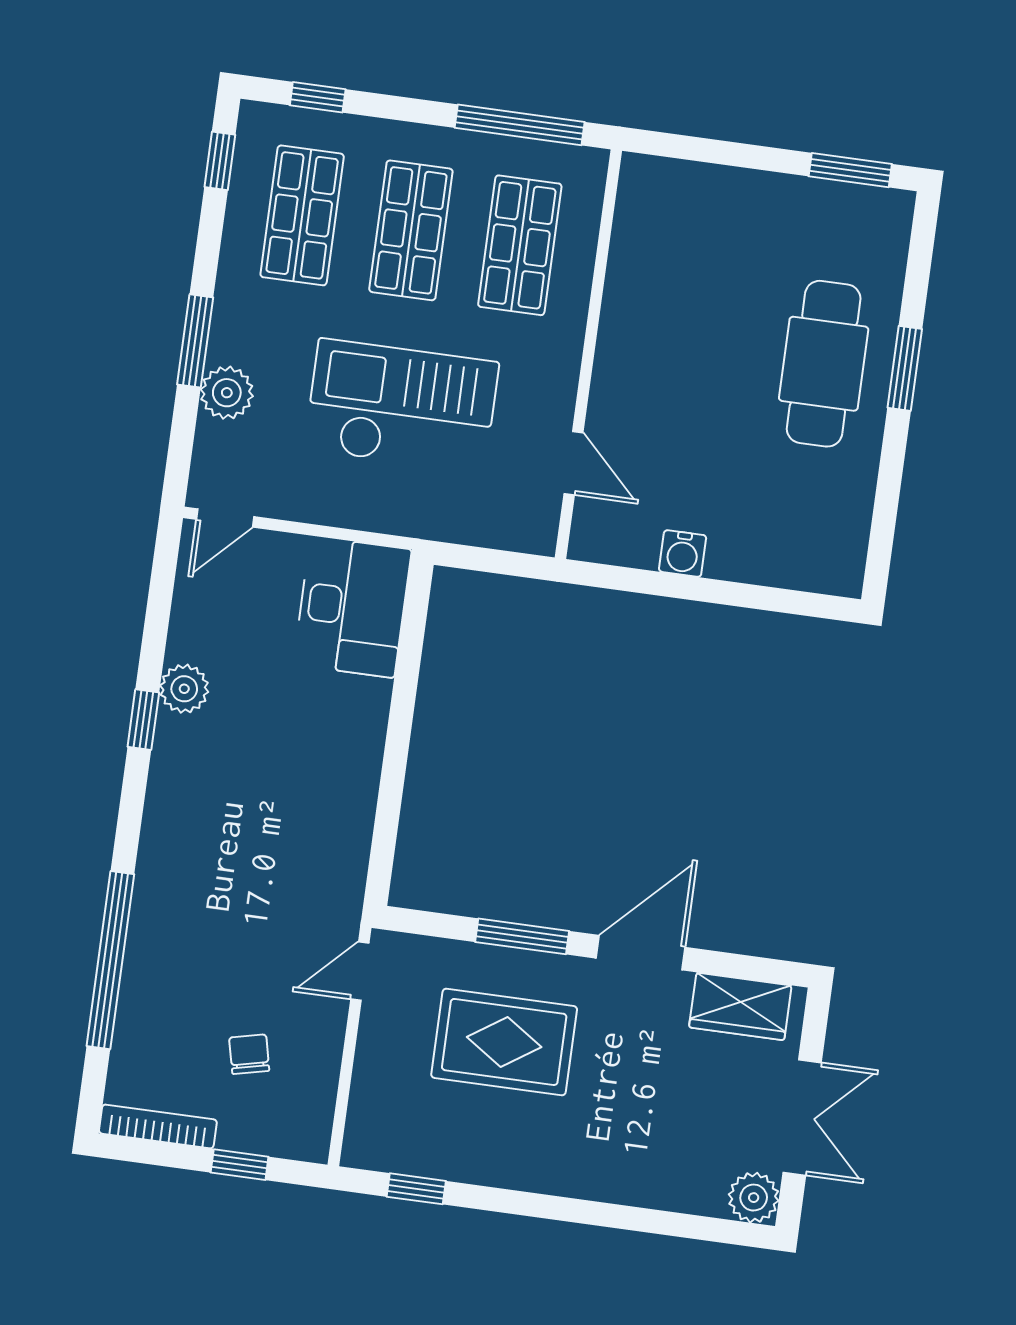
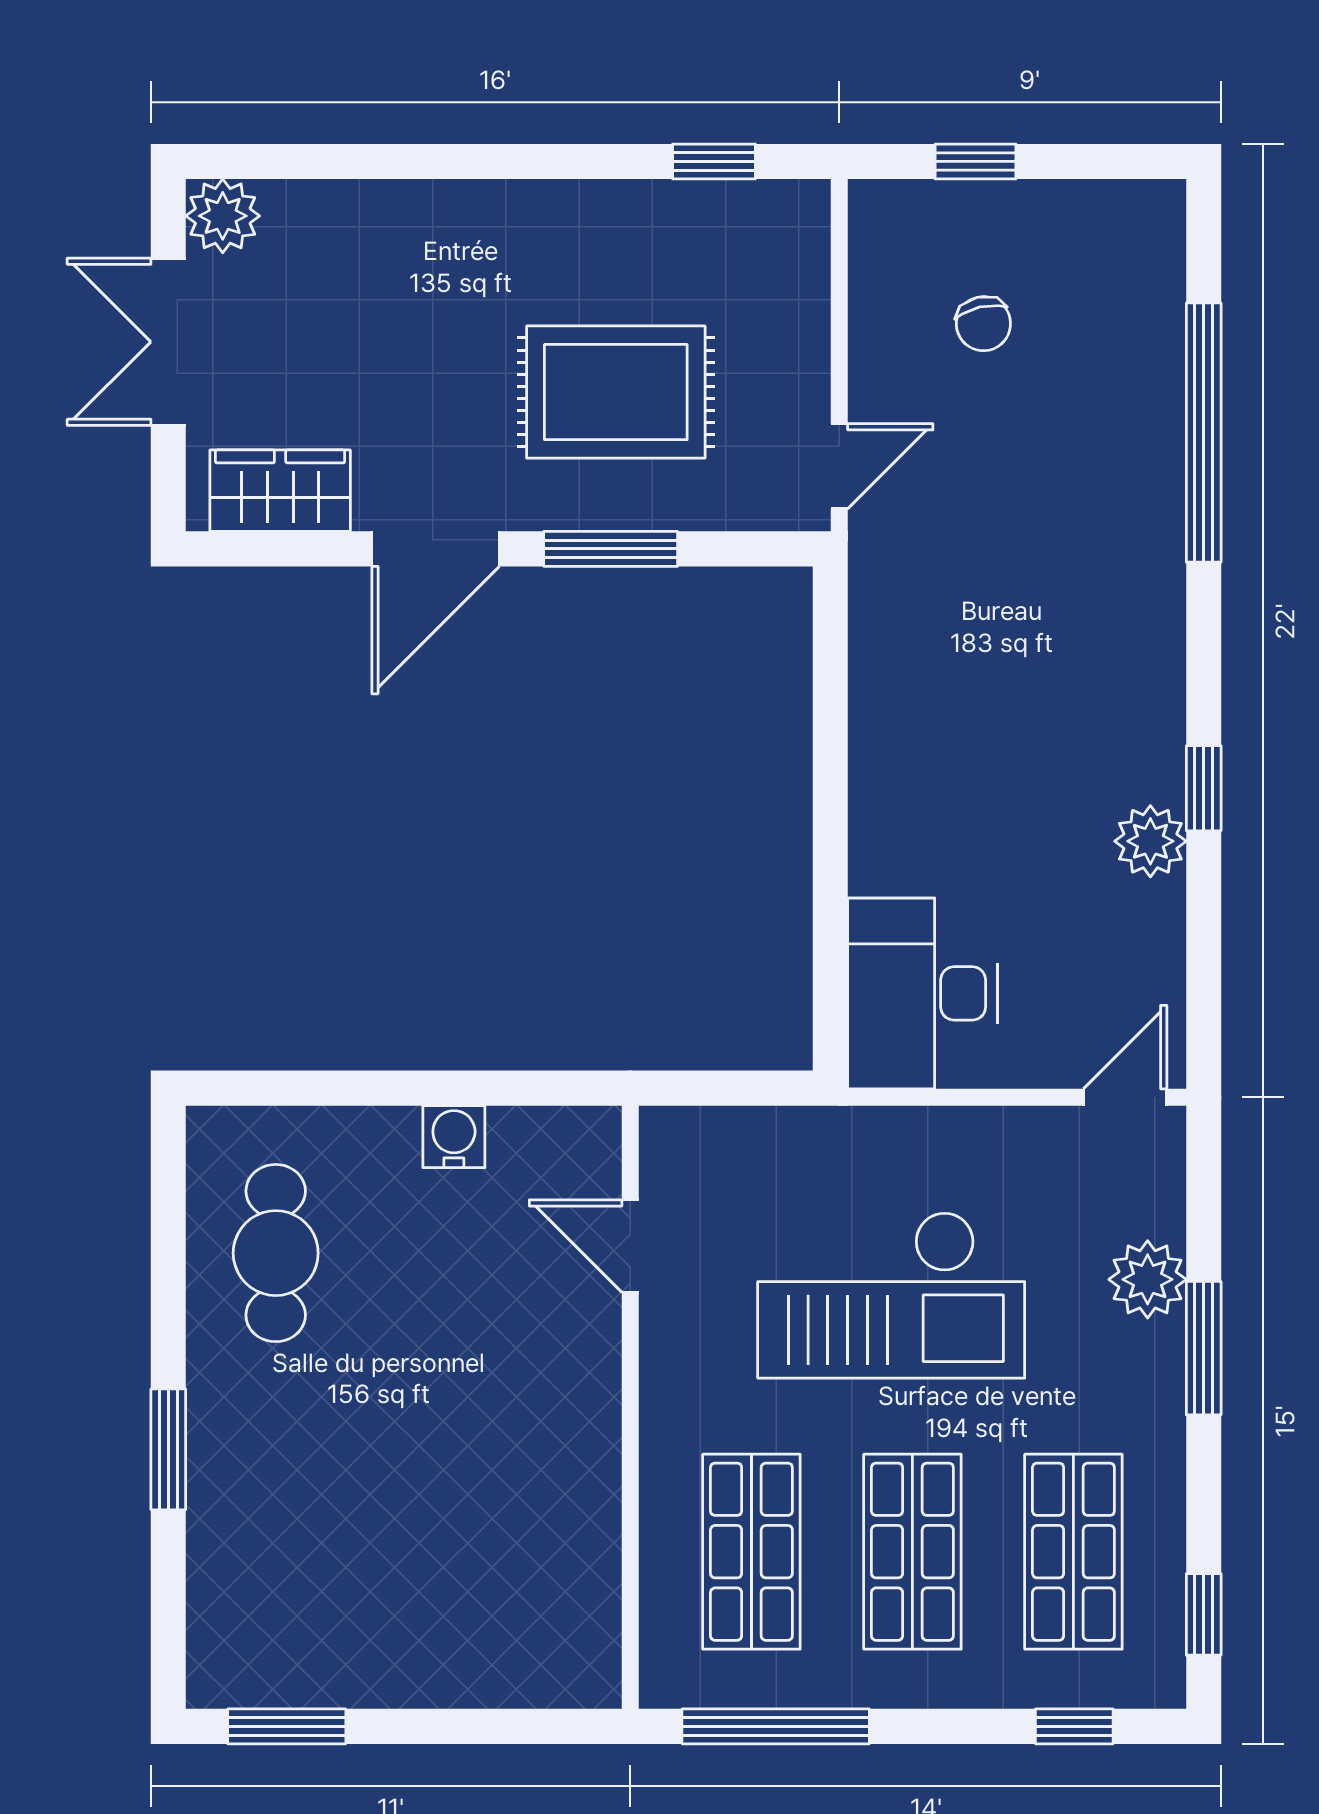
cafe table: (824, 364) -> (276, 1253), moved, width x0.73, depth x0.74
bookcase: (158, 1127) -> (1102, 201), removed

